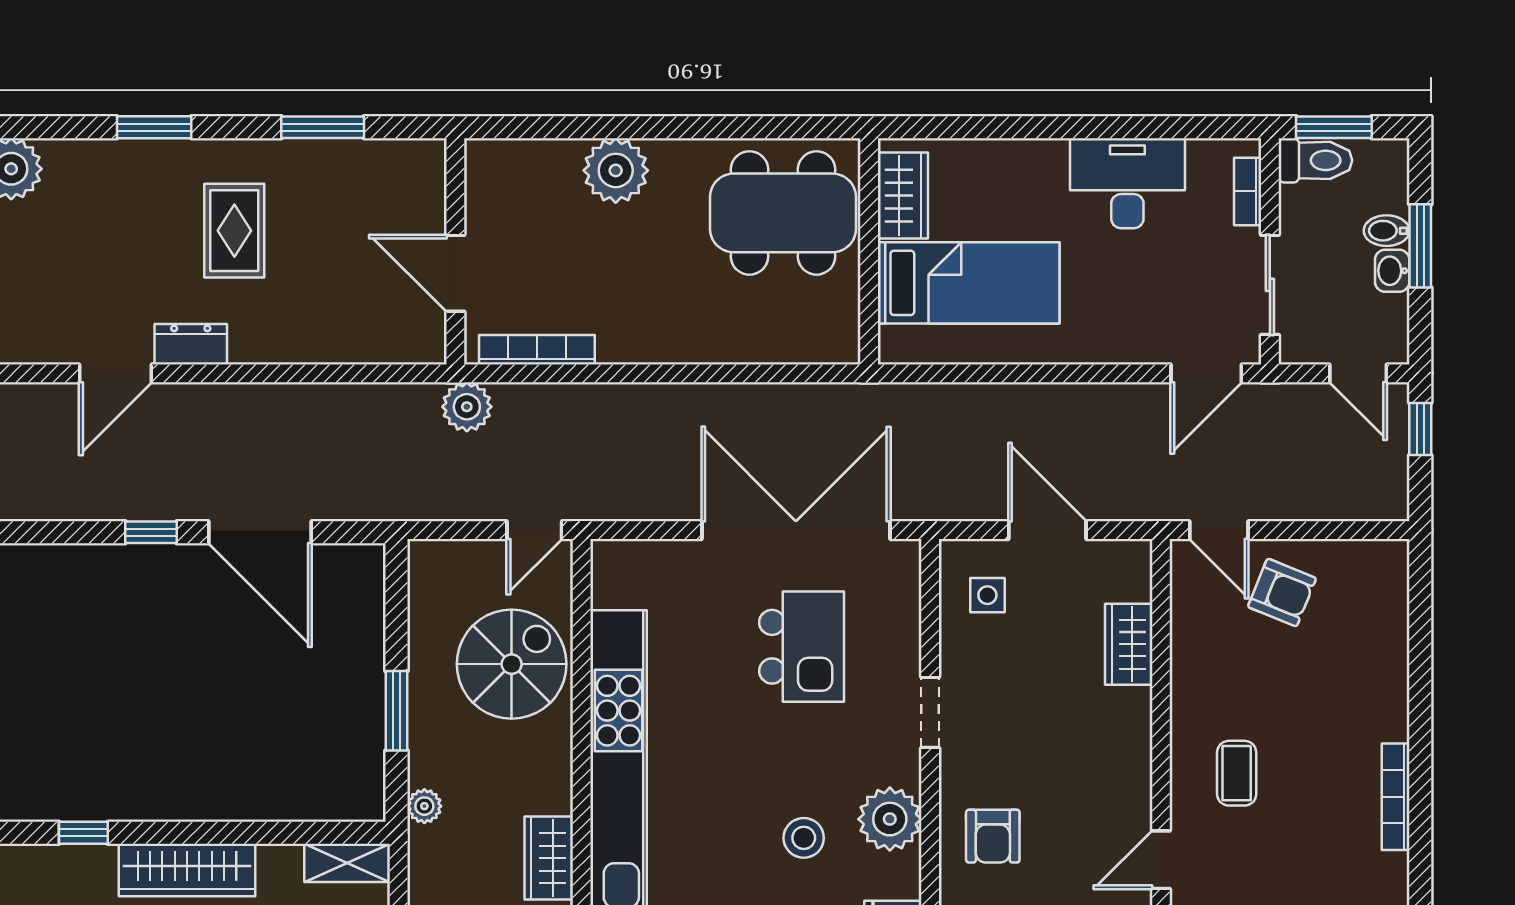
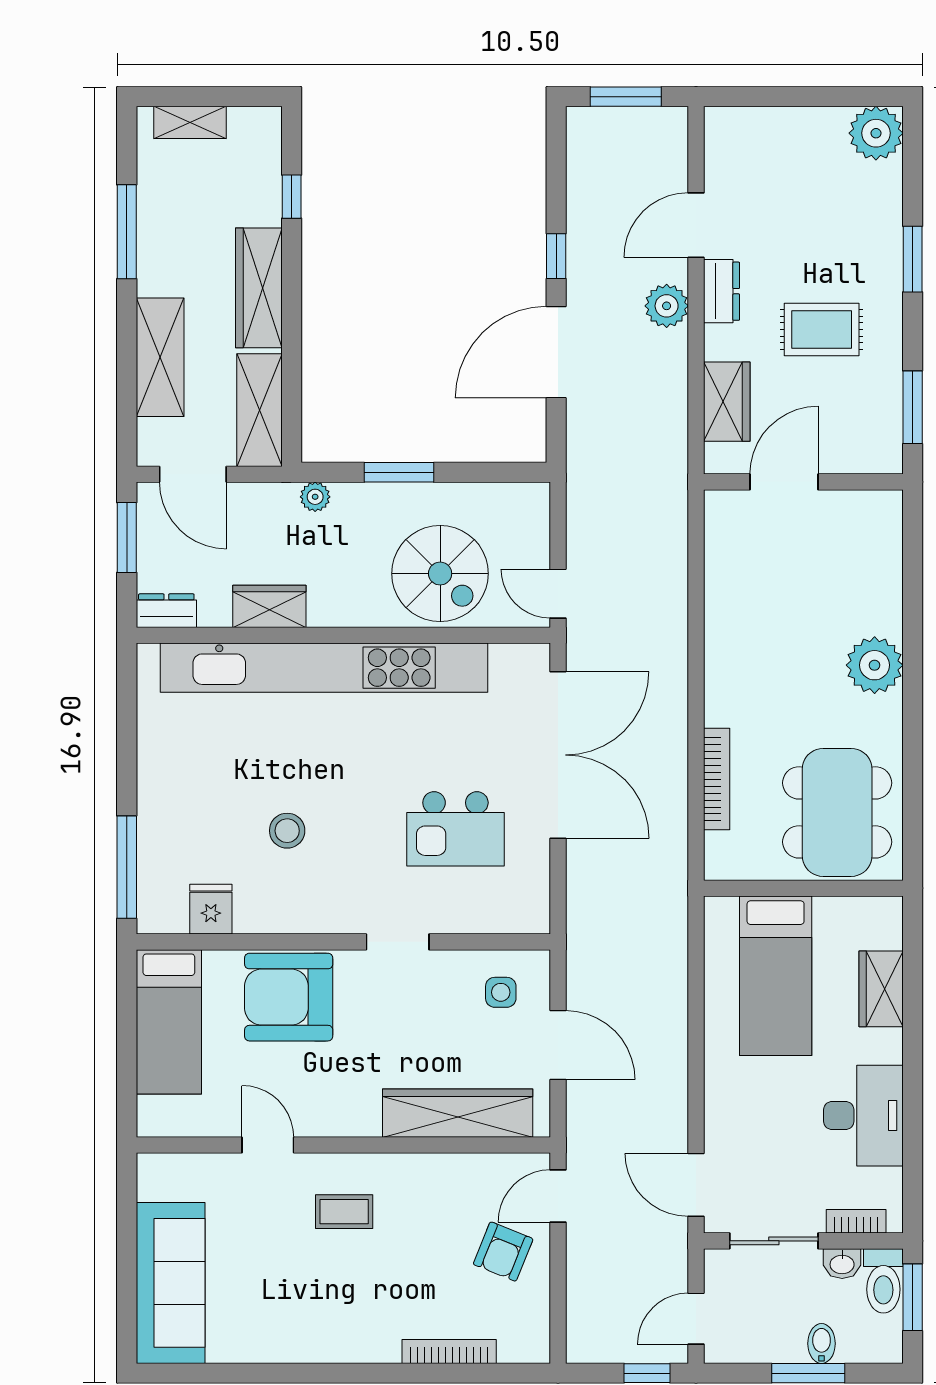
wardrobe: (903, 195) -> (881, 989), moved, turned 90
wall: (455, 251) -> (803, 482), moved
washbasin: (1392, 271) -> (842, 1264), moved, turned 180
door: (455, 273) -> (784, 482), moved
wardrobe: (316, 338) -> (727, 402), added
bookcase: (537, 350) -> (717, 779), moved
door: (116, 373) -> (696, 225), hinge flipped
plant: (467, 407) -> (667, 306), moved
double door: (796, 530) -> (558, 755), moved
door: (1047, 530) -> (558, 1045), hinge flipped
wardrobe: (1129, 644) -> (458, 1113), width x2.10, depth x1.17
bookcase: (1396, 797) -> (449, 1351), moved
plant: (890, 819) -> (304, 906), removed
armchair: (993, 836) -> (289, 997), width x1.88, depth x1.88
shelving: (347, 863) -> (259, 410), width x1.50, depth x1.33

